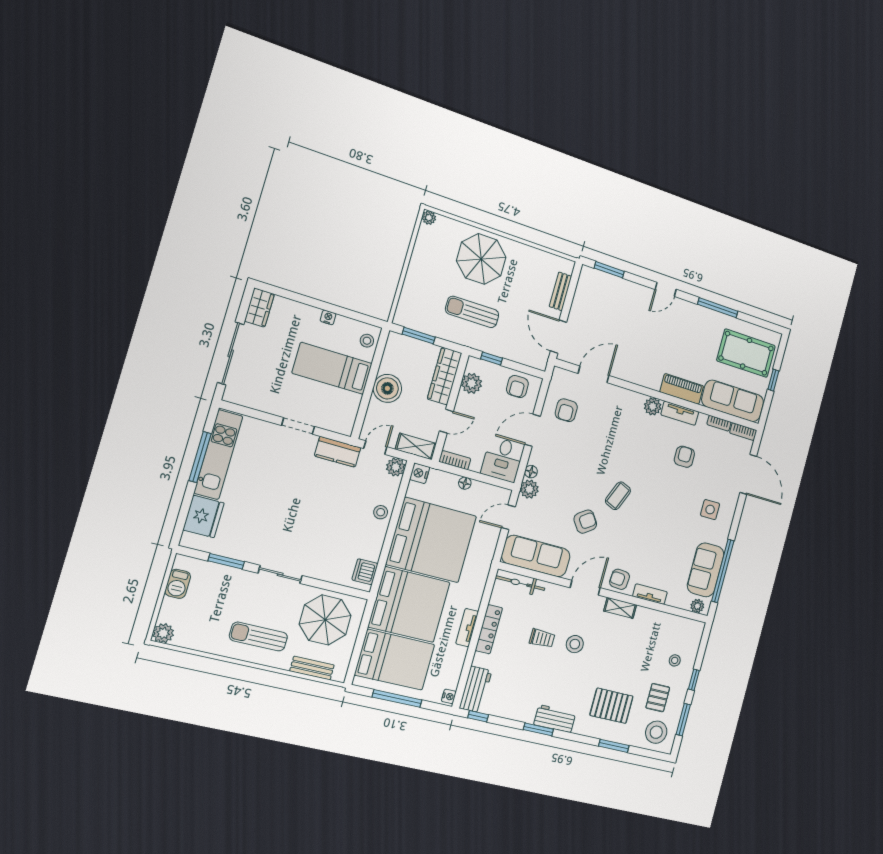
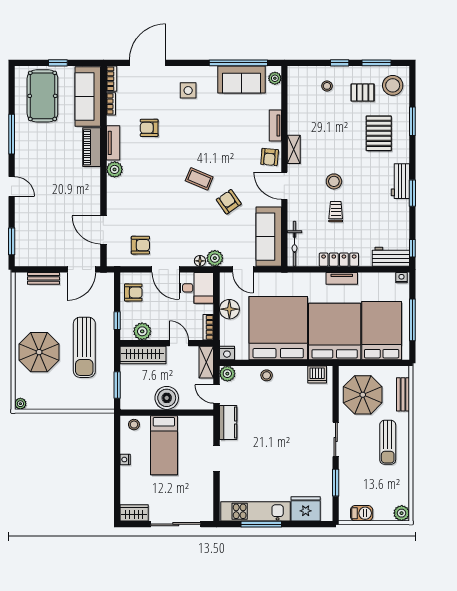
sun lounger: (472, 312) -> (84, 347), width x1.36, depth x1.34
floor lamp: (465, 483) -> (229, 309), width x1.89, depth x1.89

